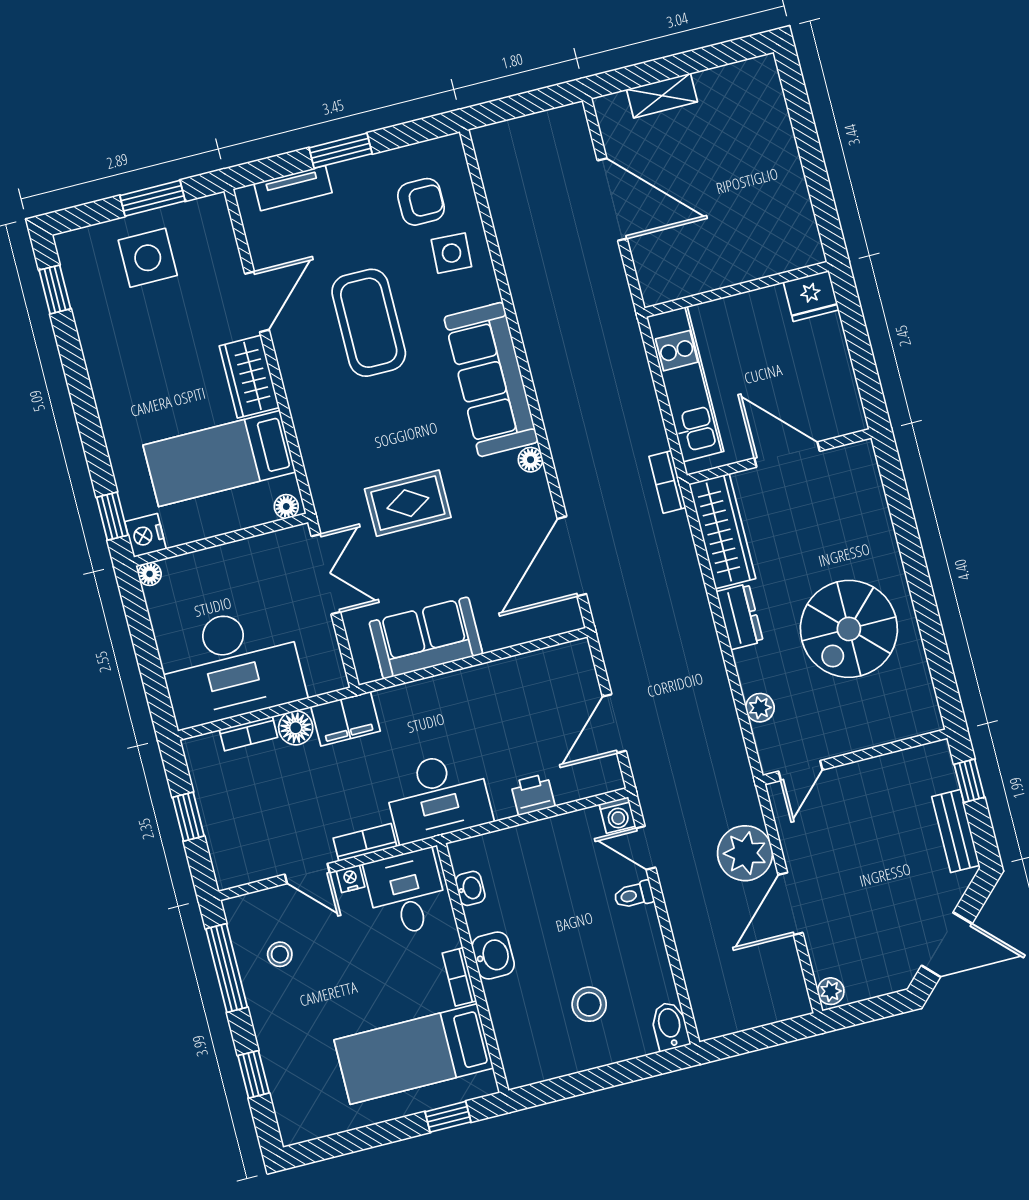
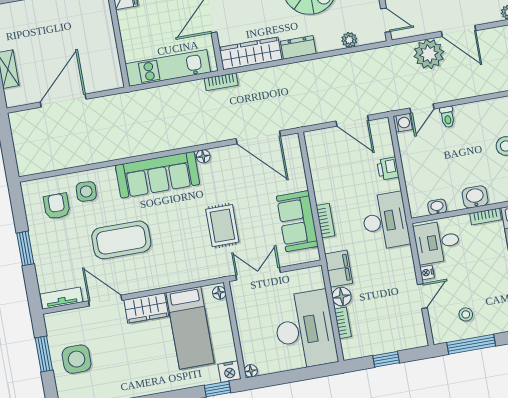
tv unit: (293, 188) -> (61, 298), moved, turned -90
bookcase: (365, 842) -> (325, 221), moved, turned 180

